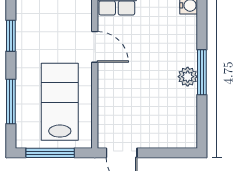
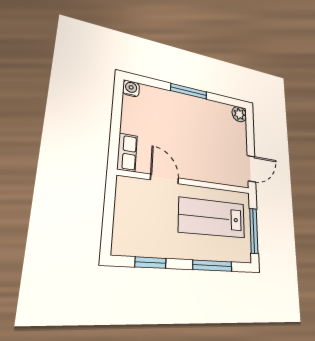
door: (95, 47) -> (165, 179), hinge flipped
plant: (188, 77) -> (239, 114), moved

